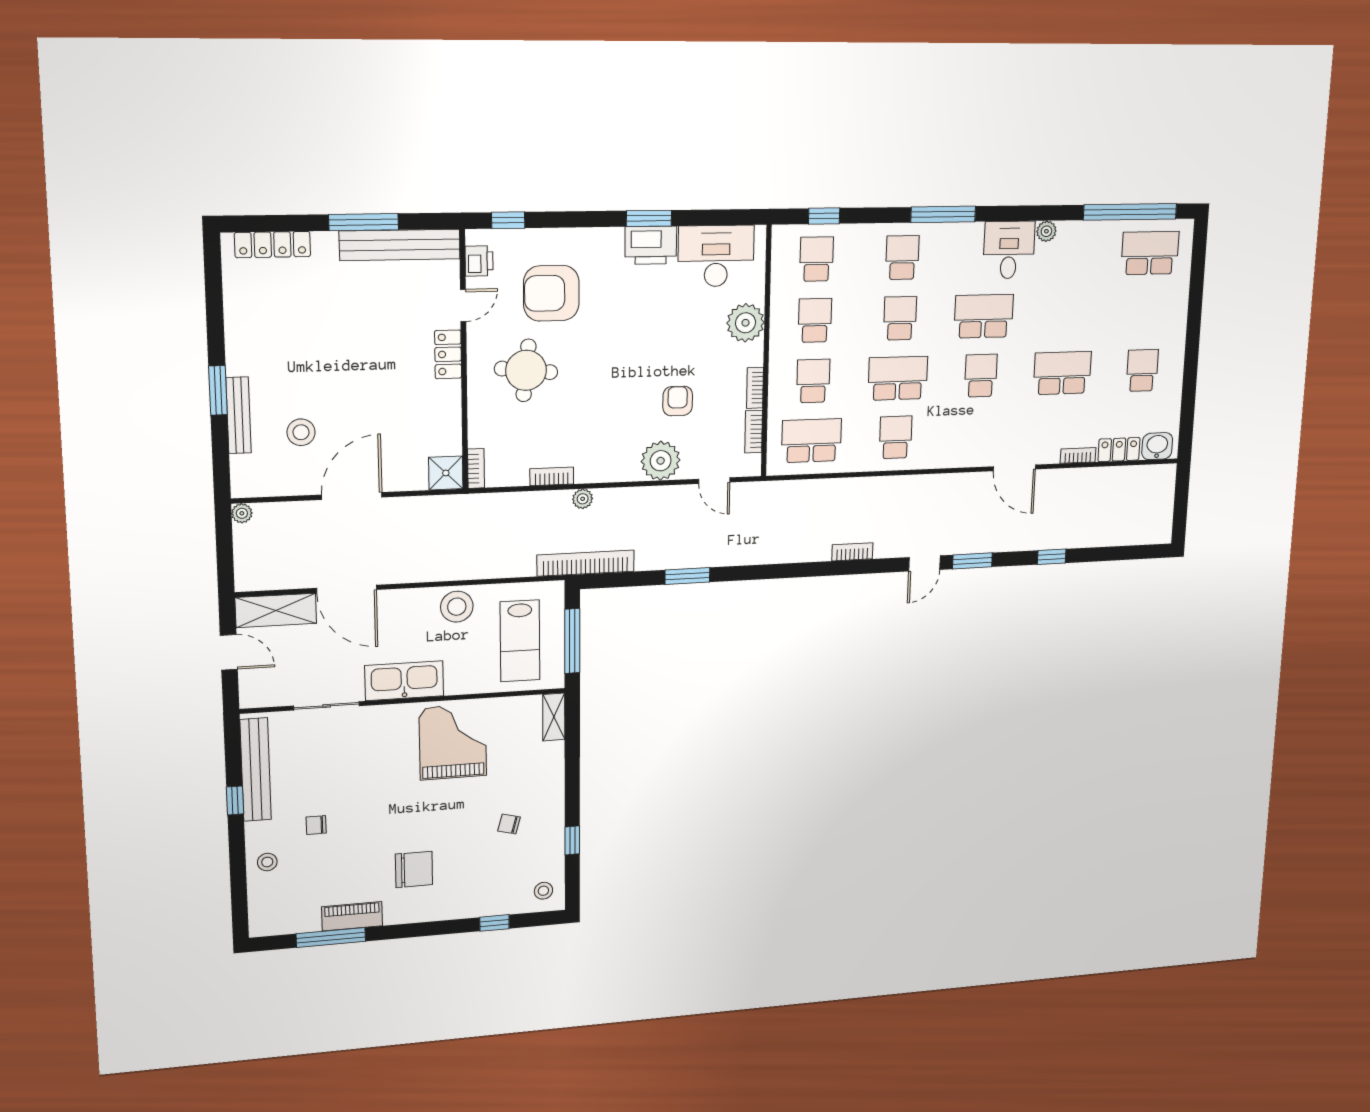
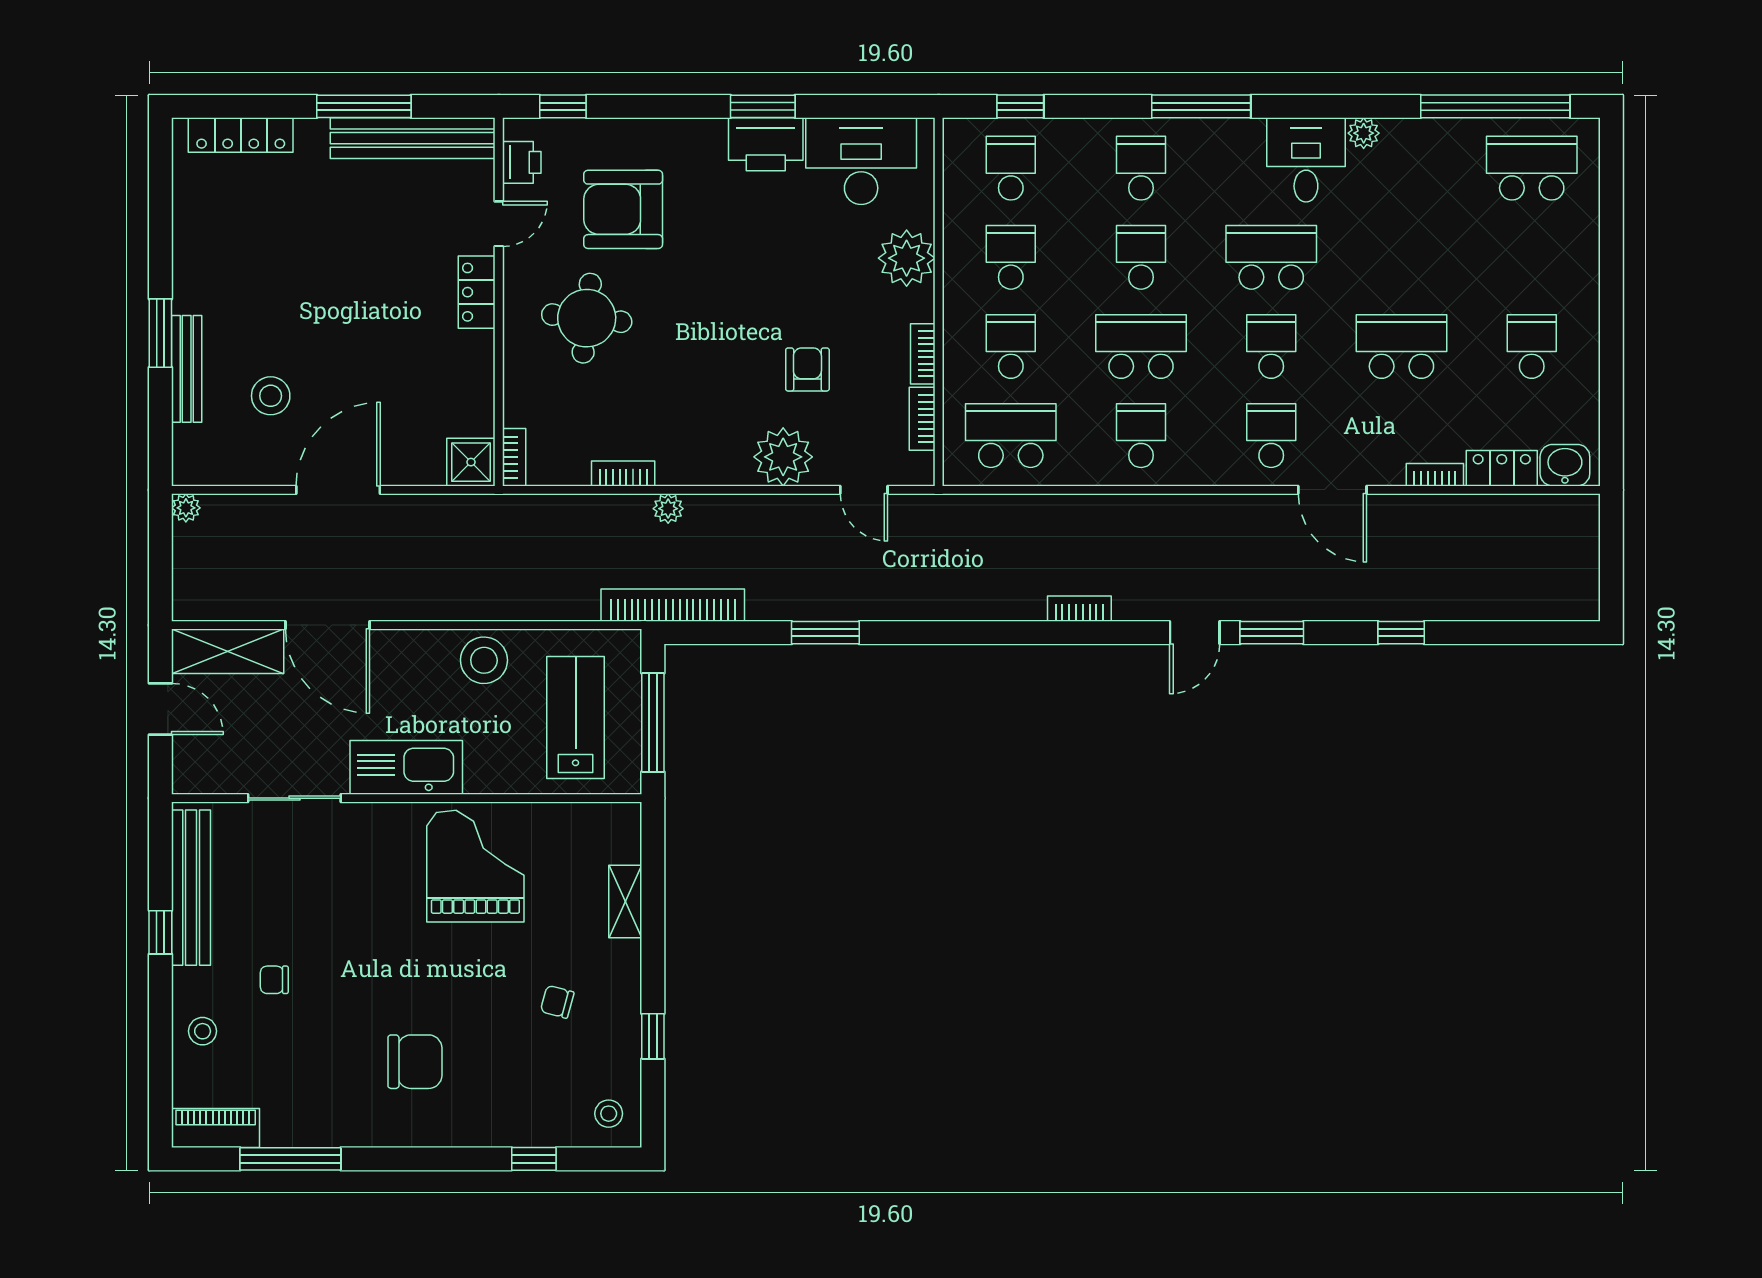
school desk: (978, 434) -> (1271, 436), added
lab bench: (520, 641) -> (576, 718), turned 180
shelving: (554, 717) -> (625, 901), moved
piano: (352, 916) -> (216, 1128), moved

